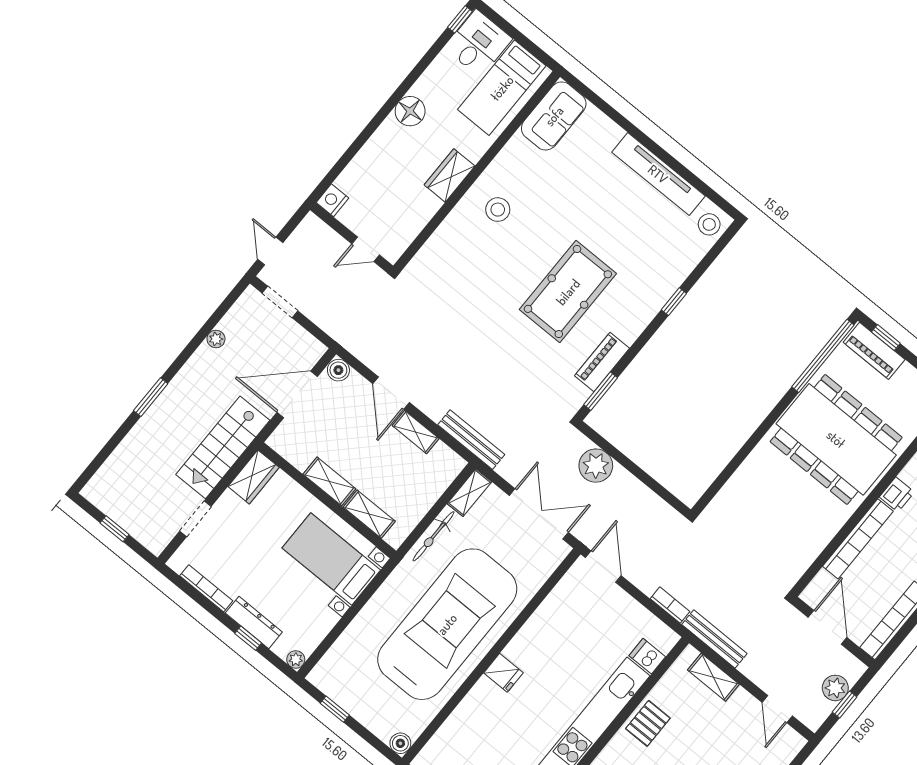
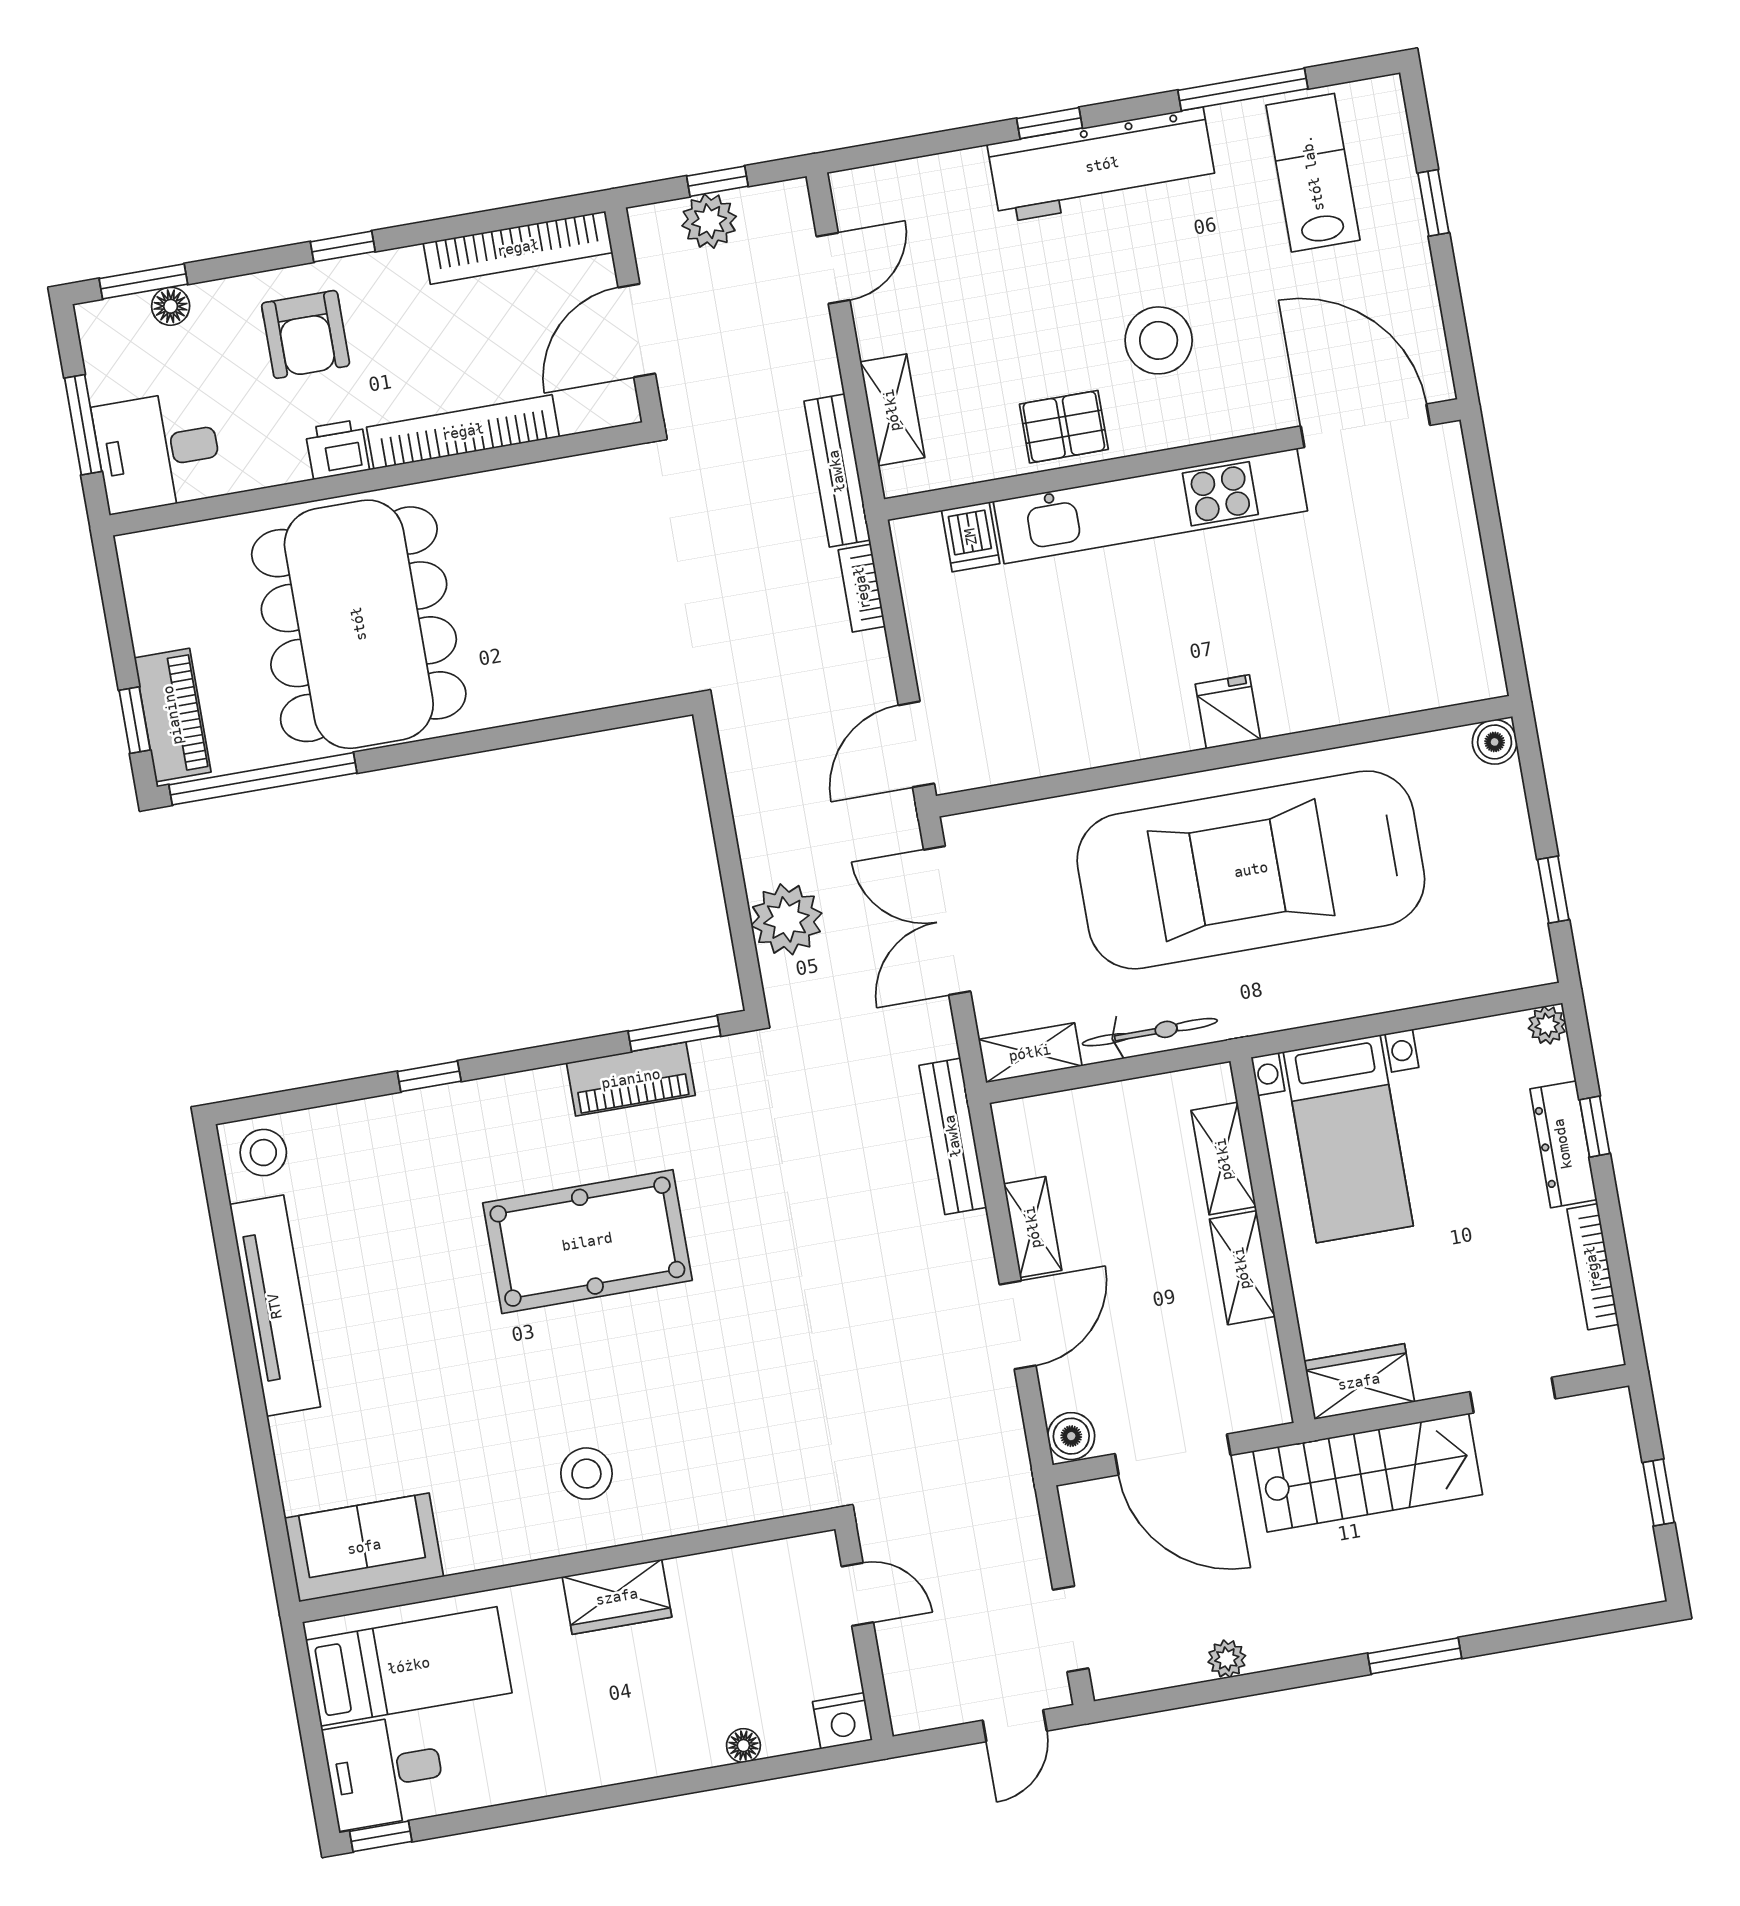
floor lamp: (410, 111) -> (743, 1746), moved, width x0.53, depth x0.53

